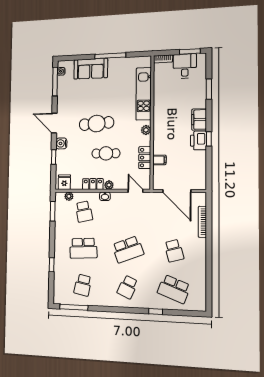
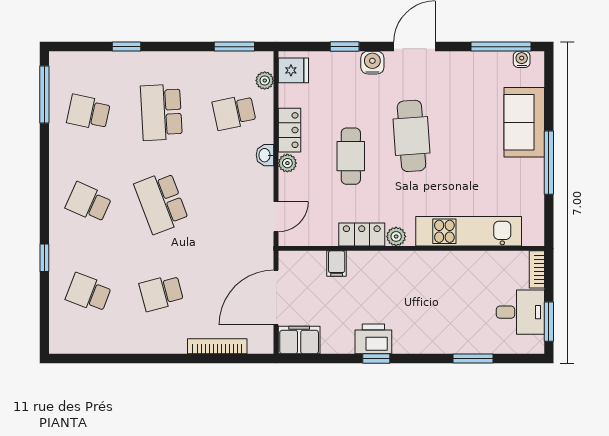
filing cabinet: (199, 119) -> (299, 340), moved
locker: (145, 158) -> (362, 234), moved
school desk: (174, 289) -> (89, 293), width x0.54

